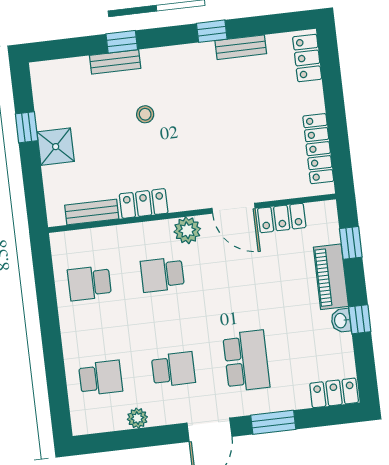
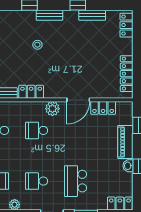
bench: (115, 62) -> (49, 15), moved
door: (234, 208) -> (78, 100), hinge flipped
school desk: (246, 361) -> (76, 181), turned 180
school desk: (173, 369) -> (37, 181), turned 180

